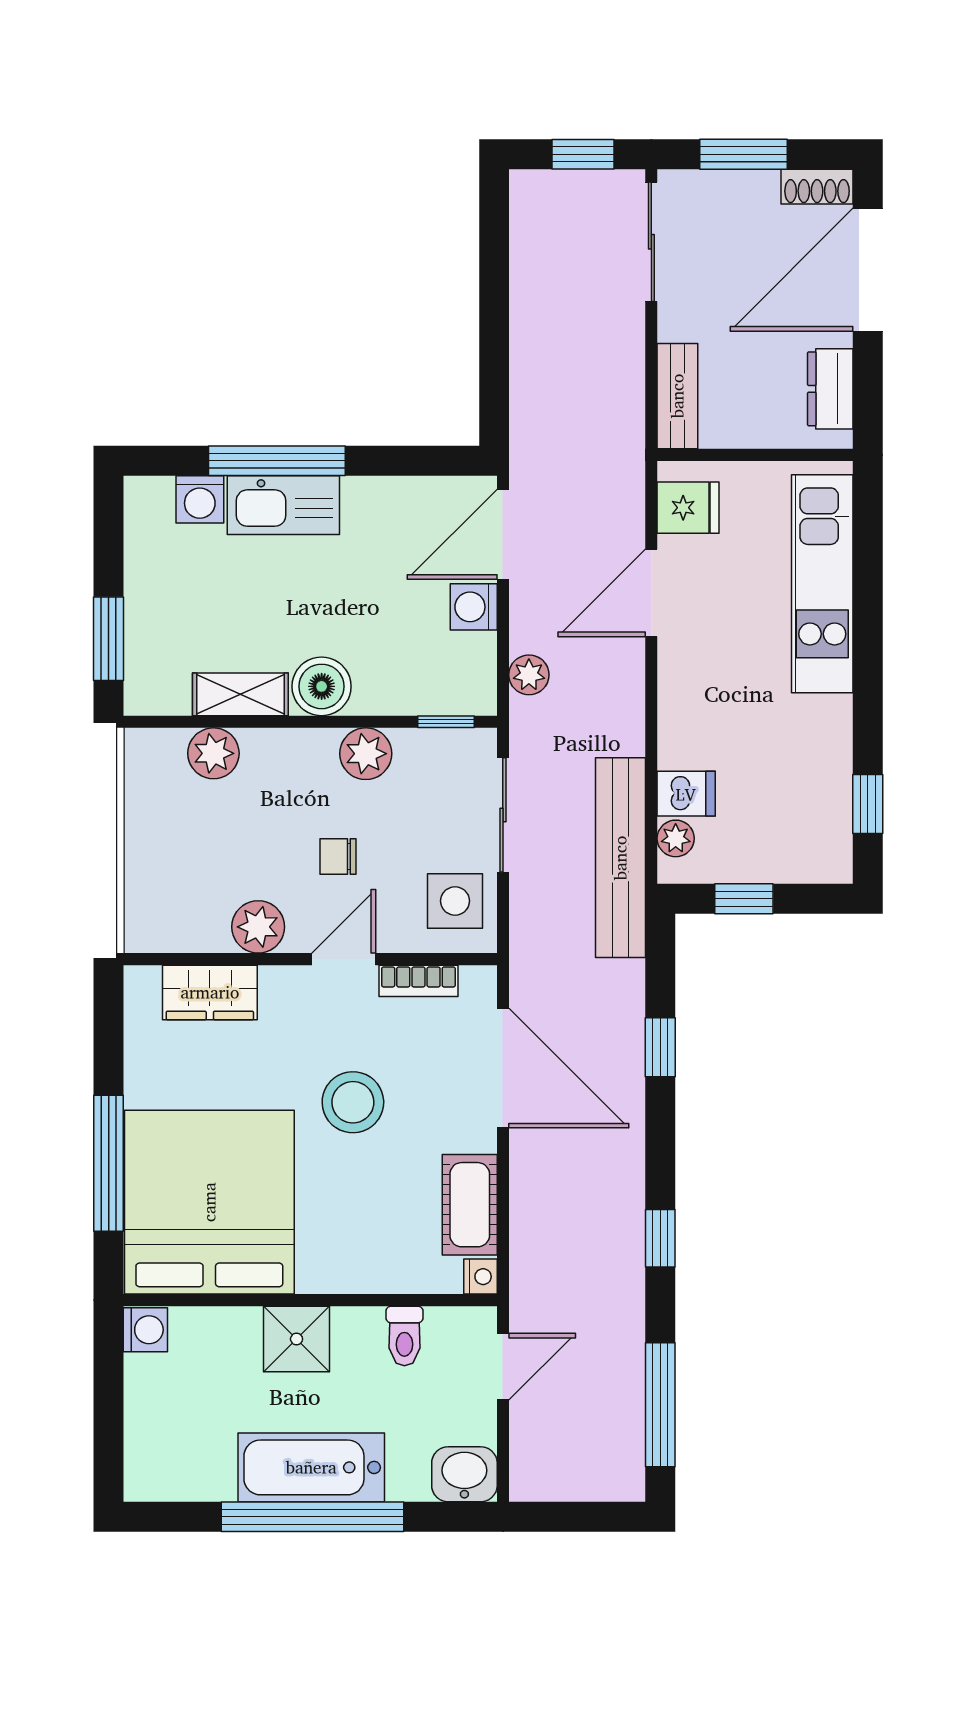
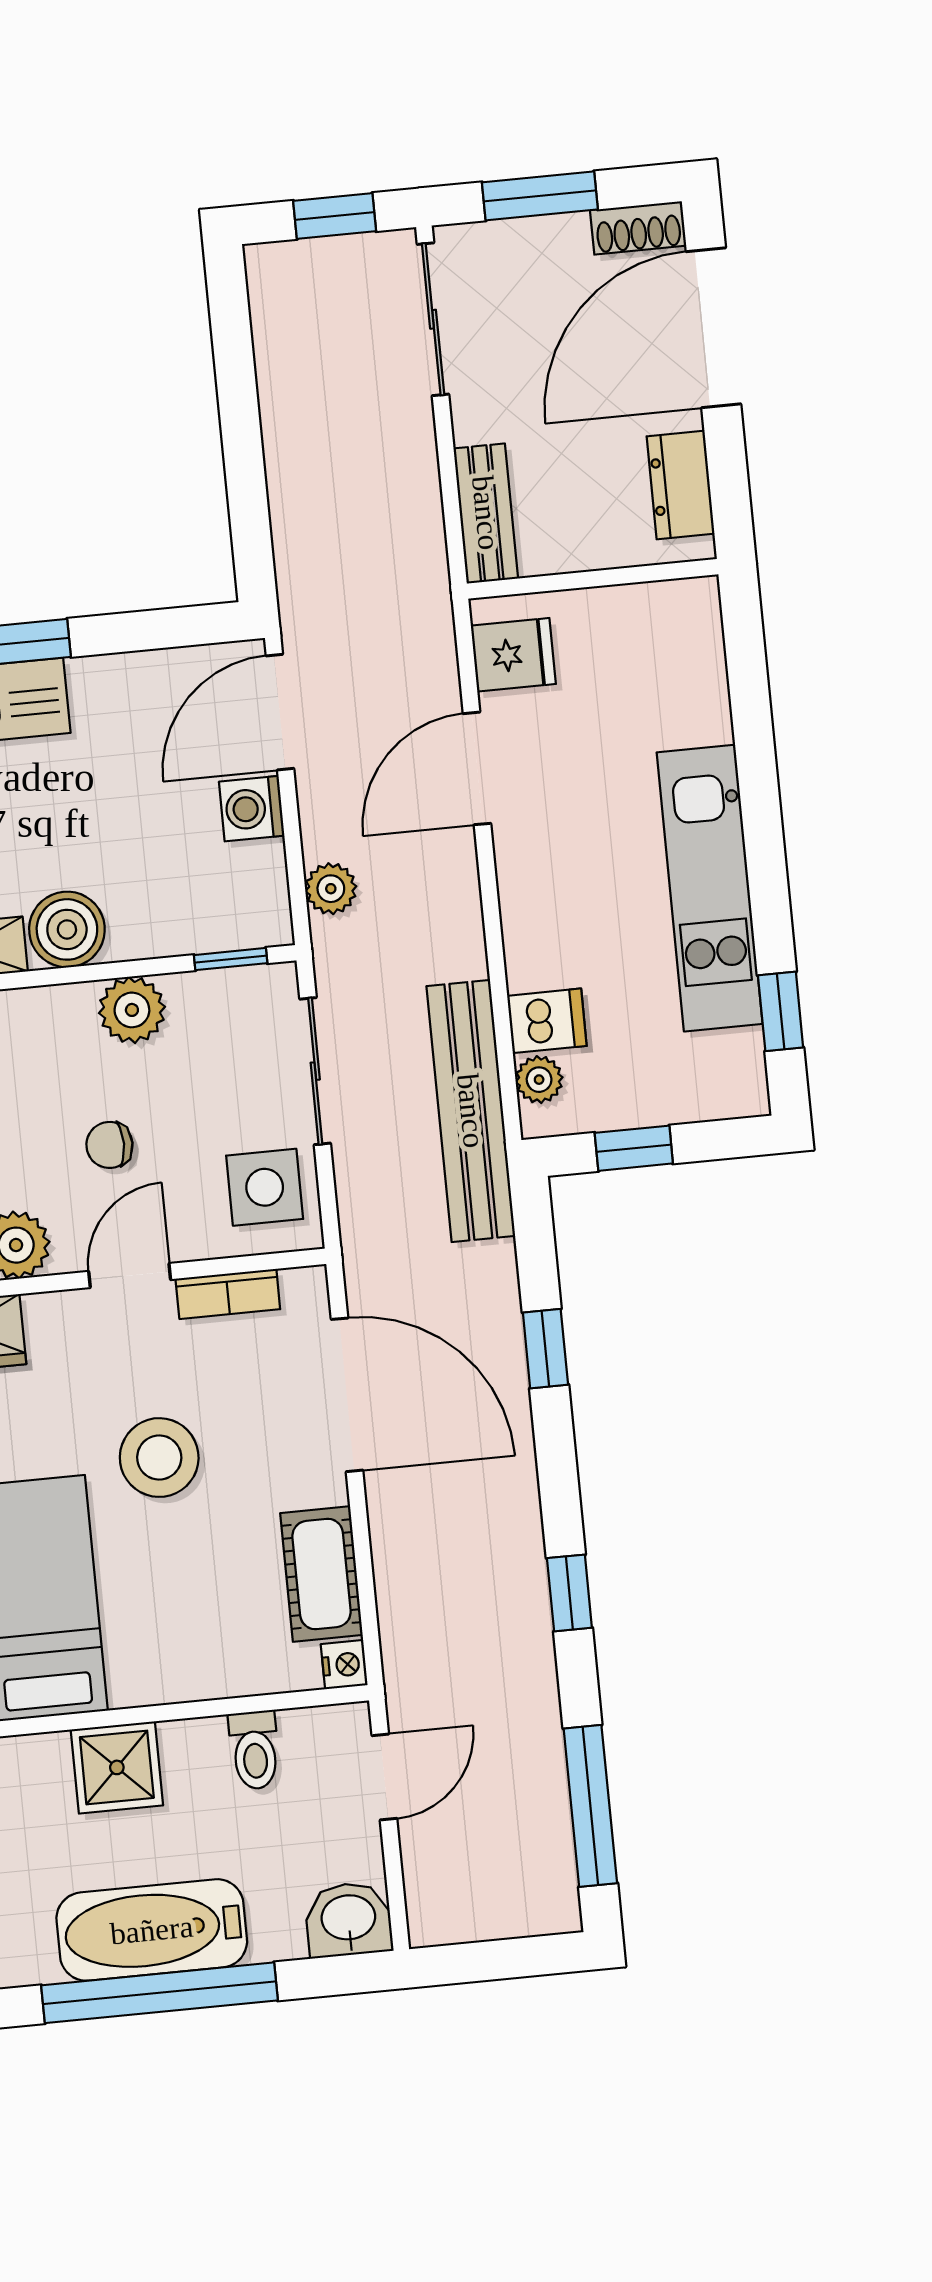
kitchen unit: (822, 584) -> (710, 888), moved

